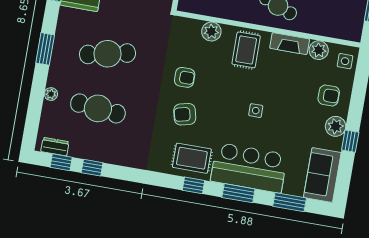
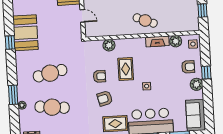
window: (45, 49) -> (13, 95), moved
rug: (246, 50) -> (126, 69), moved
window: (350, 141) -> (206, 72), moved

